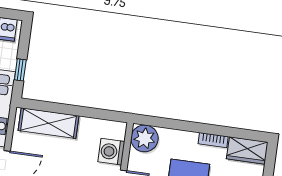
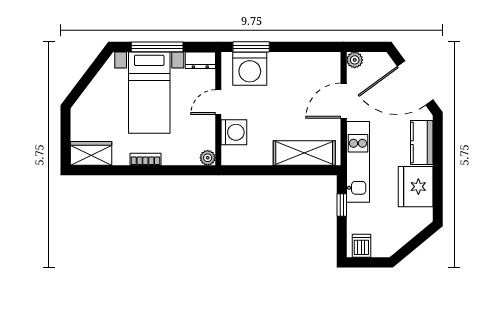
plant: (144, 138) -> (208, 158), width x0.53, depth x0.53
bookcase: (213, 140) -> (145, 159), moved

